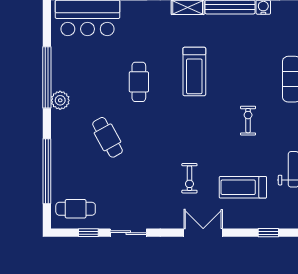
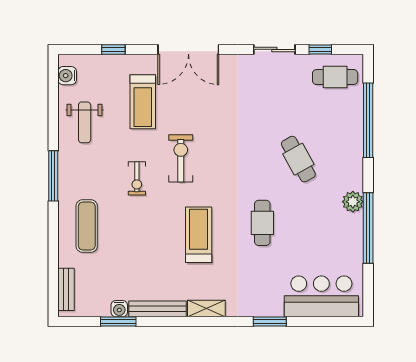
exercise bike: (189, 178) -> (181, 158), moved, width x1.38, depth x1.39
treadmill: (243, 187) -> (143, 102), turned 90
double door: (203, 233) -> (188, 49), width x1.37

